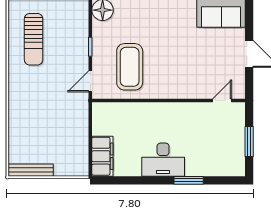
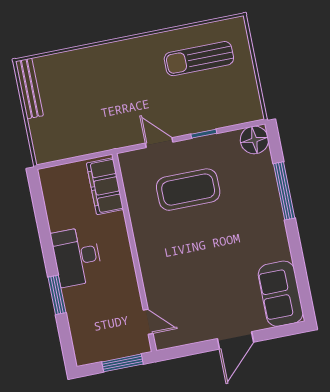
wall: (169, 101) -> (134, 252), moved
door: (222, 101) -> (148, 322), moved
filing cabinet: (102, 156) -> (105, 186), moved, turned 90

